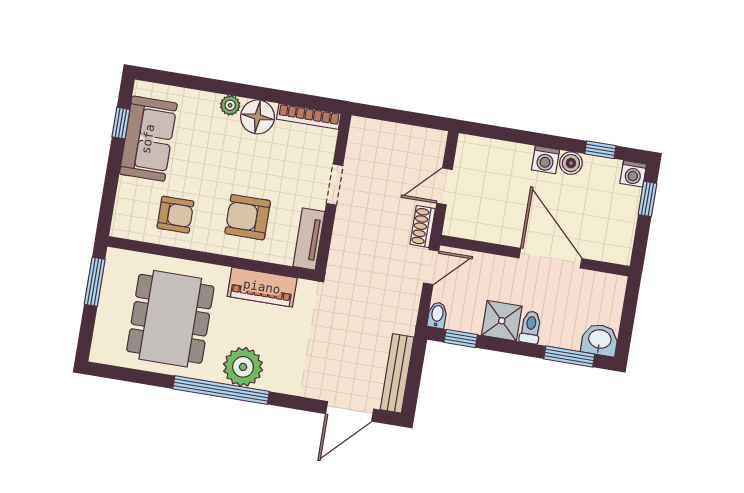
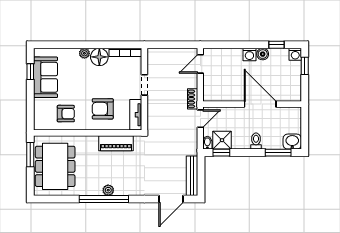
door: (444, 186) -> (200, 64), moved
dining table: (170, 319) -> (55, 166), moved
shower: (502, 321) -> (222, 140), moved
plant: (243, 367) -> (108, 190), width x0.53, depth x0.53

